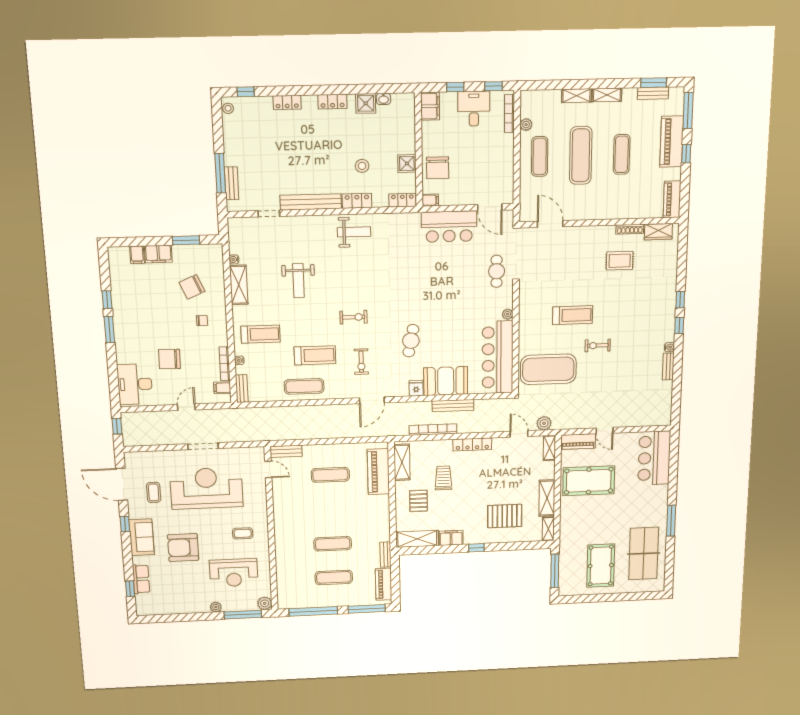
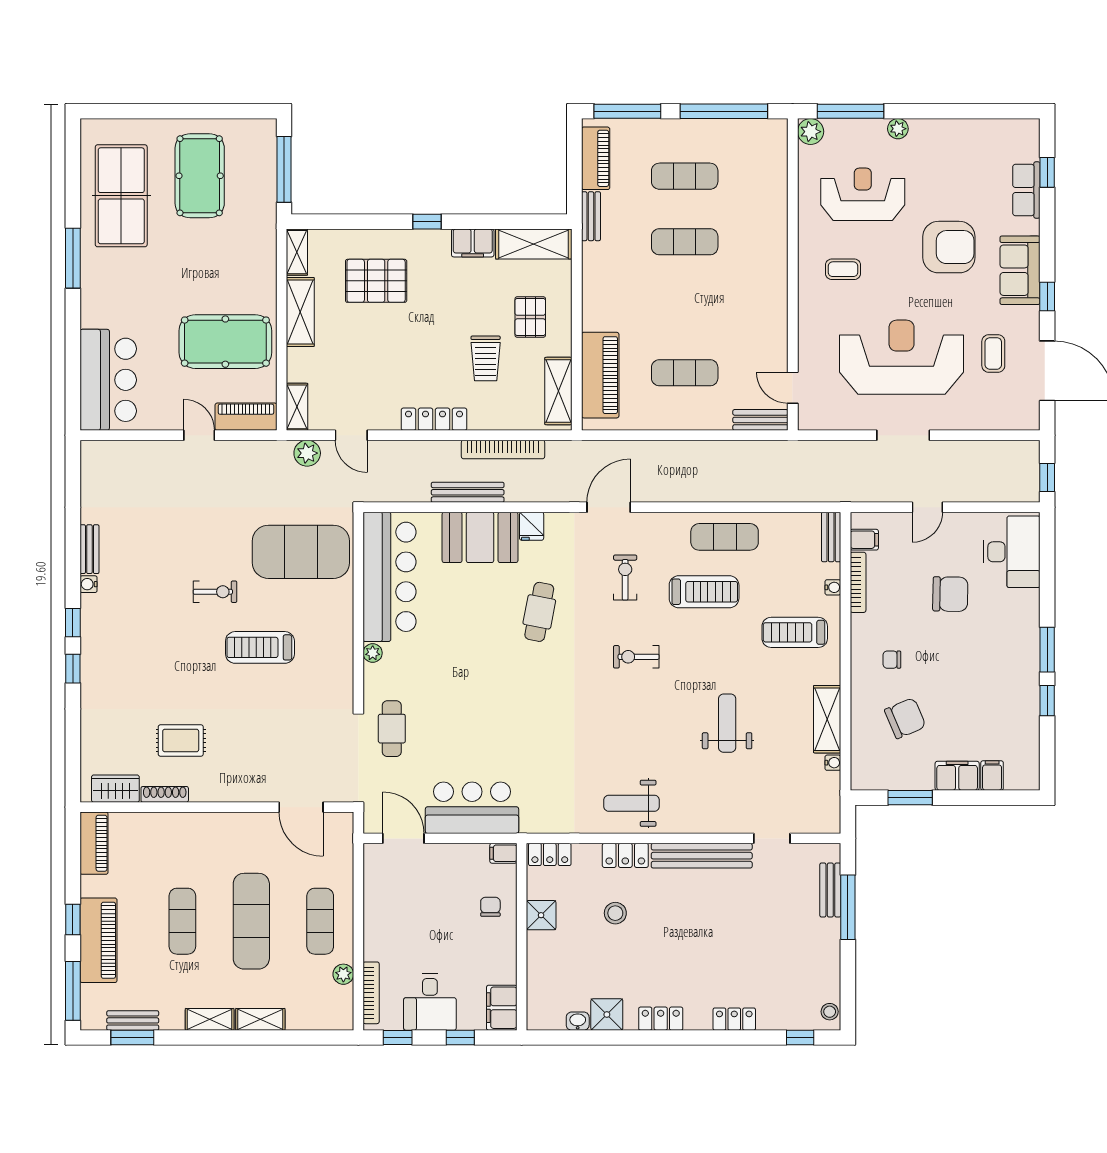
chair: (438, 168) -> (490, 907), width x0.54, depth x0.54
treadmill: (315, 355) -> (704, 592), turned 180
reception desk: (206, 488) -> (902, 357), turned 180

